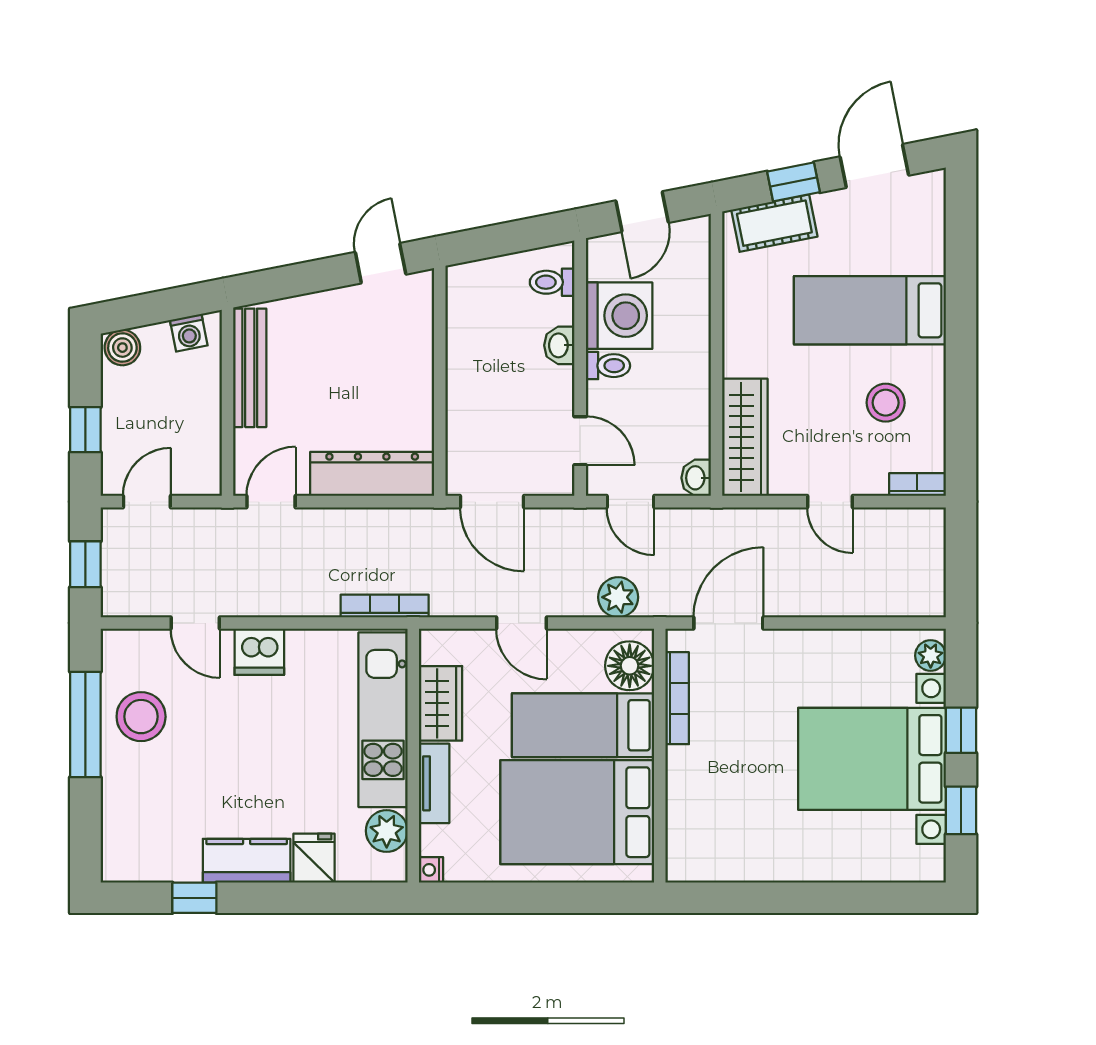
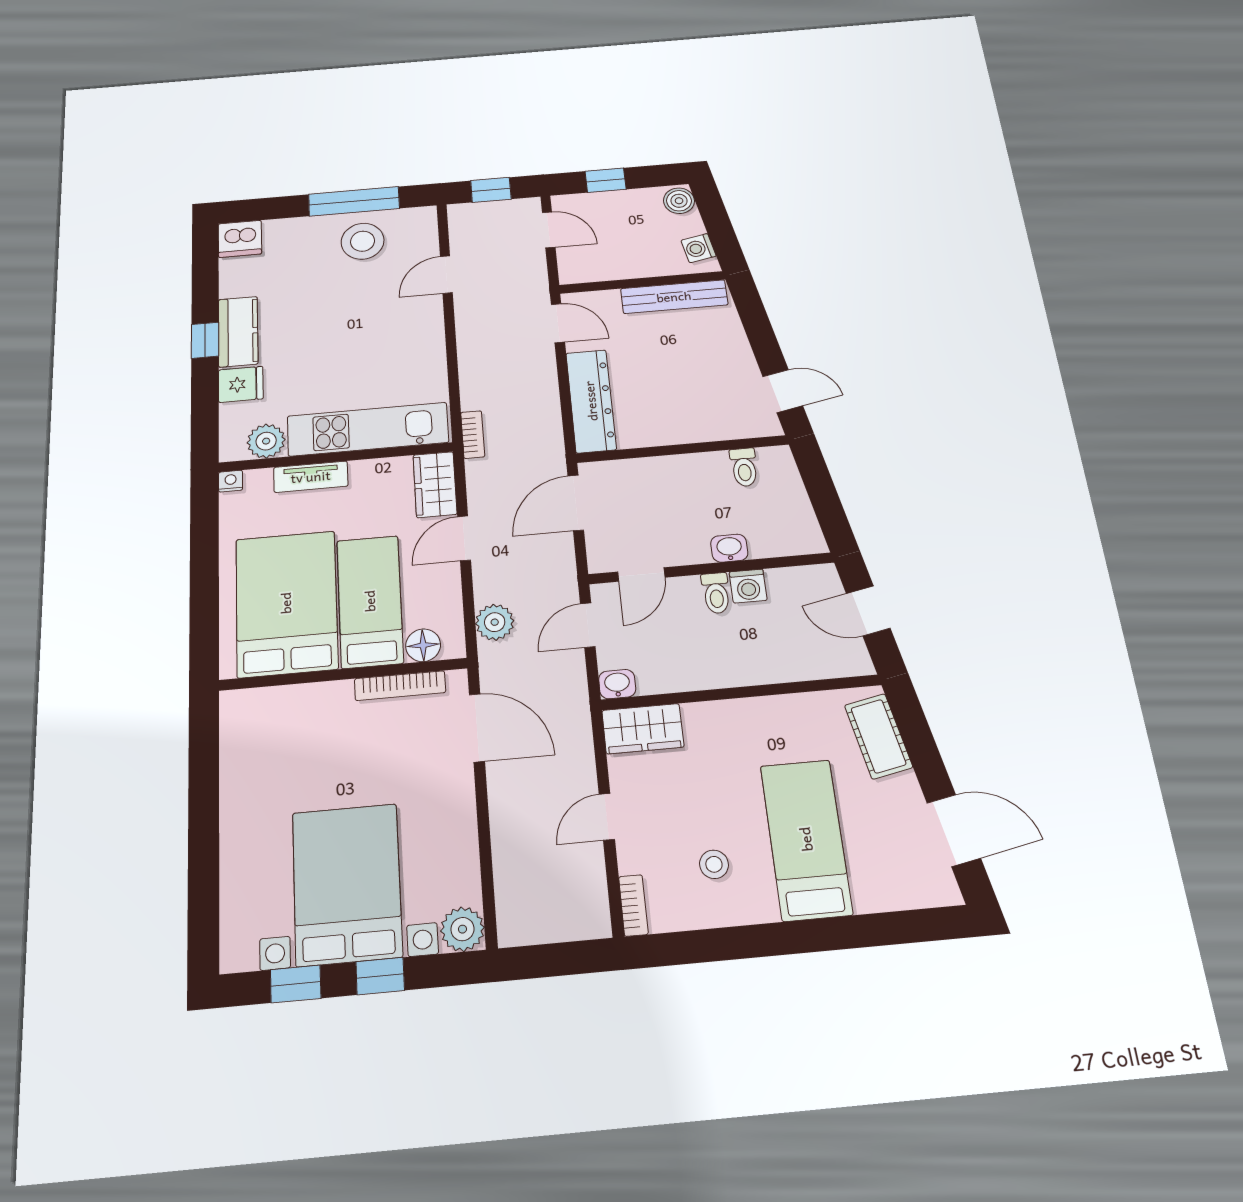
window: (793, 182) -> (923, 751), removed
toilet: (552, 282) -> (744, 467), moved, turned 180
washing machine: (619, 316) -> (748, 586), width x0.53, depth x0.53
stool: (886, 403) -> (714, 864), width x0.73, depth x0.73
wardrobe: (745, 437) -> (643, 729), width x0.67
bookcase: (385, 606) -> (473, 435), width x0.64
dishwasher: (259, 652) -> (240, 239), moved, turned -90
plant: (931, 656) -> (462, 929), width x1.38, depth x1.38
floor lamp: (630, 666) -> (423, 645), width x0.73, depth x0.73
wardrobe: (441, 703) -> (435, 485), moved, turned 90
window: (194, 898) -> (205, 340), moved

